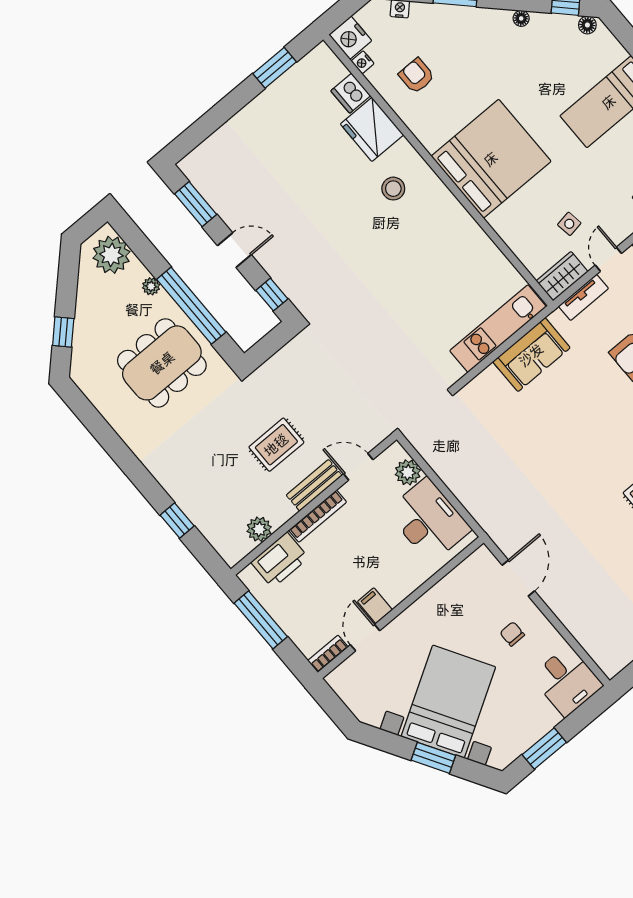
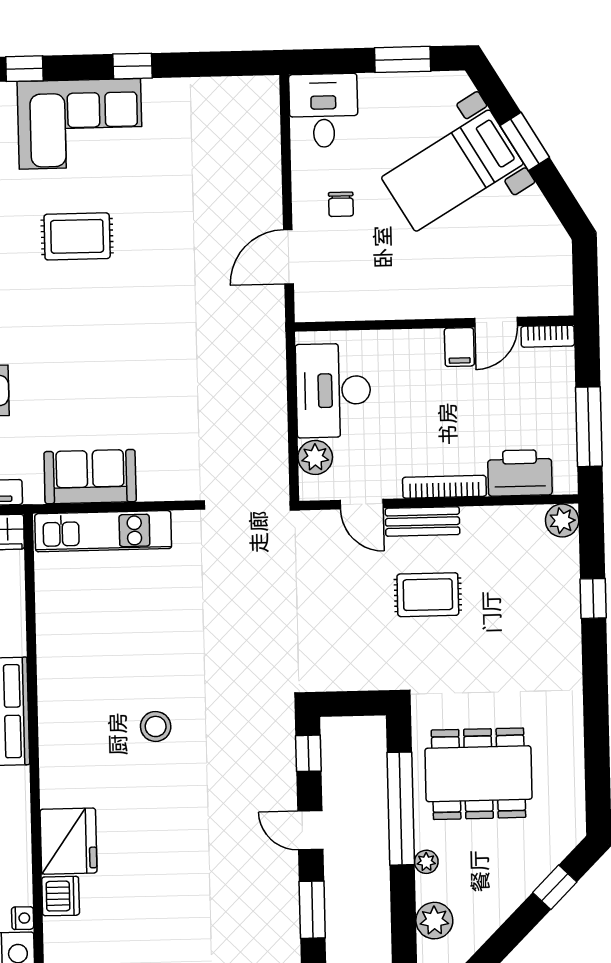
stool: (393, 189) -> (156, 726), moved
plant: (111, 255) -> (434, 921), width x0.73, depth x0.73
plant: (259, 529) -> (562, 521), moved
bed with nightstands: (448, 702) -> (452, 171), width x0.73

